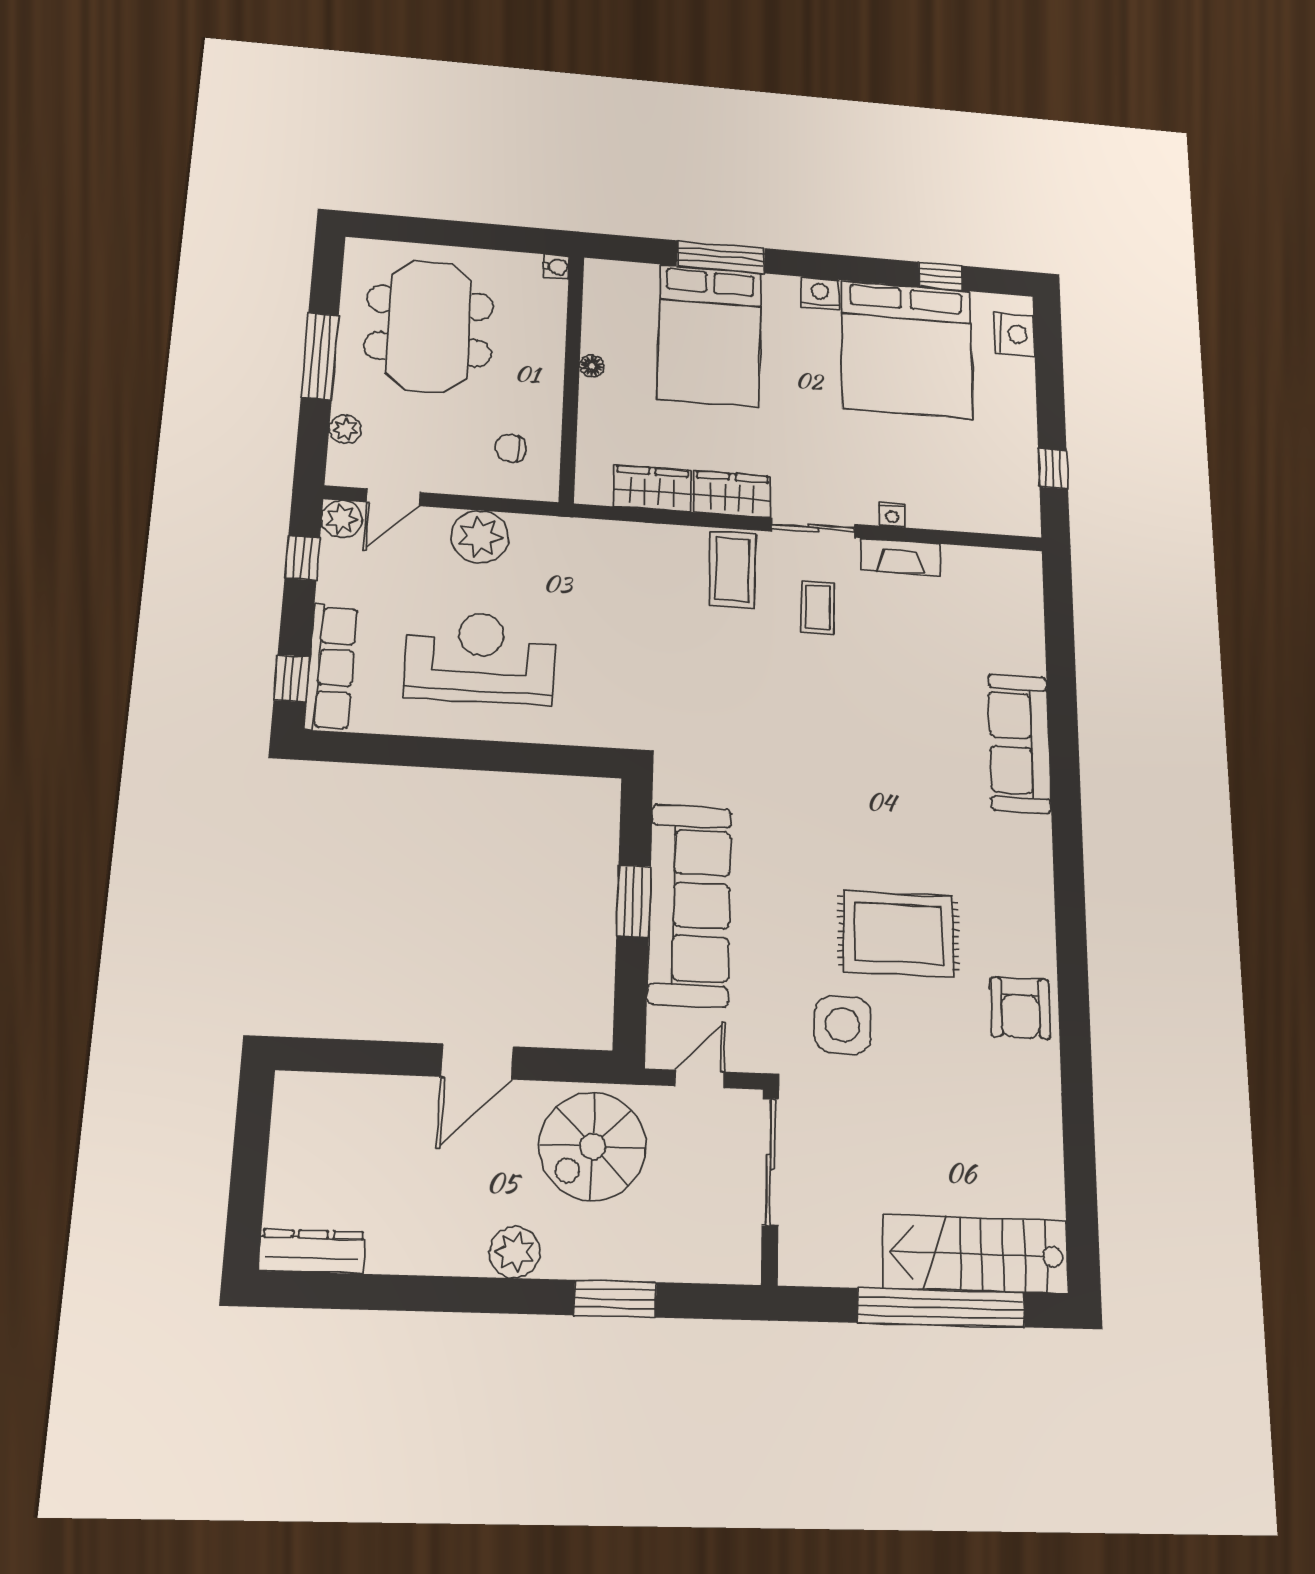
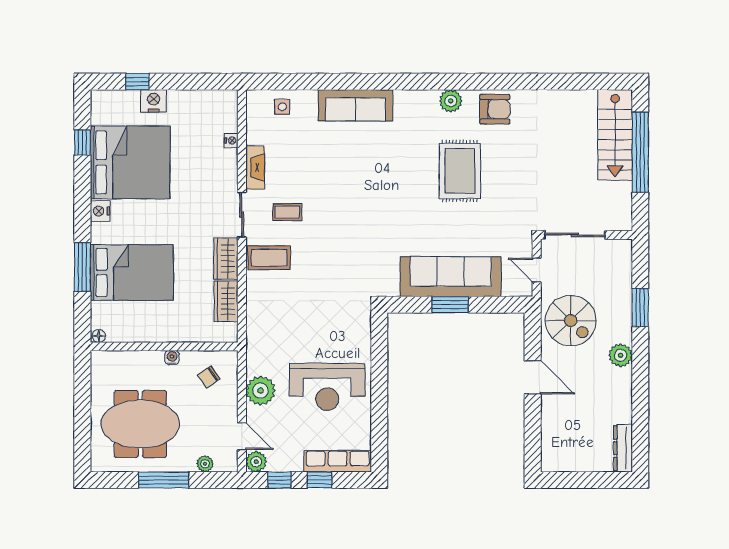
water cooler: (556, 267) -> (172, 358), moved
nightstand: (1014, 334) -> (154, 101), moved
floor lamp: (592, 366) -> (99, 336), moved
chair: (511, 448) -> (209, 377), turned 55
window: (1053, 469) -> (137, 82), moved
nightstand: (892, 515) -> (231, 141), moved
reception desk: (480, 657) -> (327, 387), turned -90
window: (292, 678) -> (319, 480), moved
plant: (1034, 922) -> (451, 101), added
side table: (843, 1025) -> (282, 107), moved, width x0.54, depth x0.54

